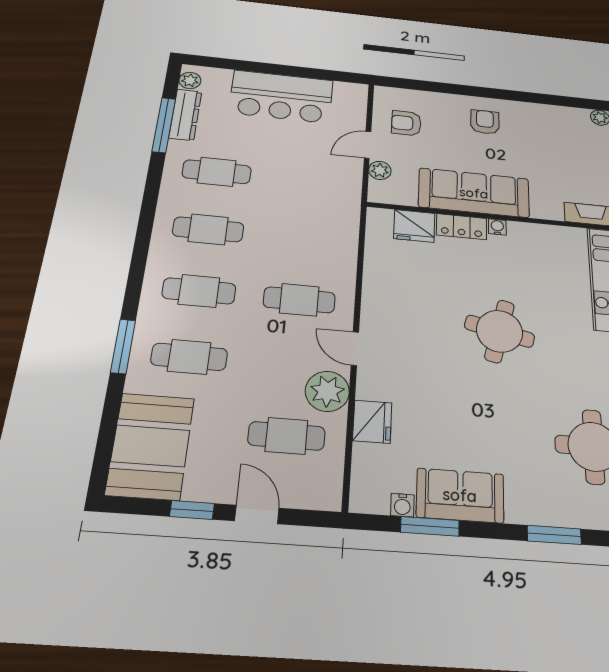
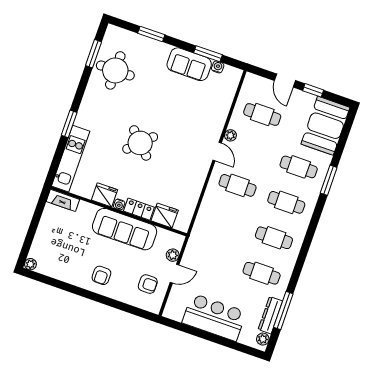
round table: (500, 331) -> (140, 143), turned 33
plant: (327, 391) -> (230, 135), width x0.53, depth x0.53
fridge: (372, 422) -> (105, 195), moved, turned 90

